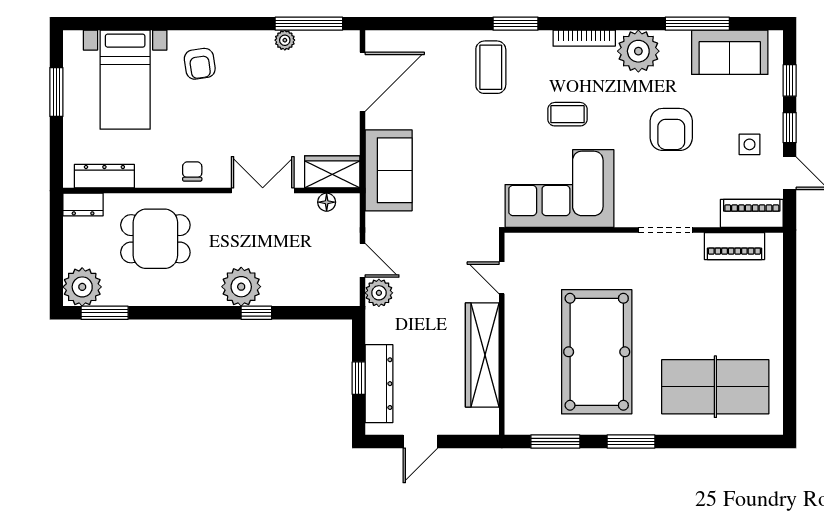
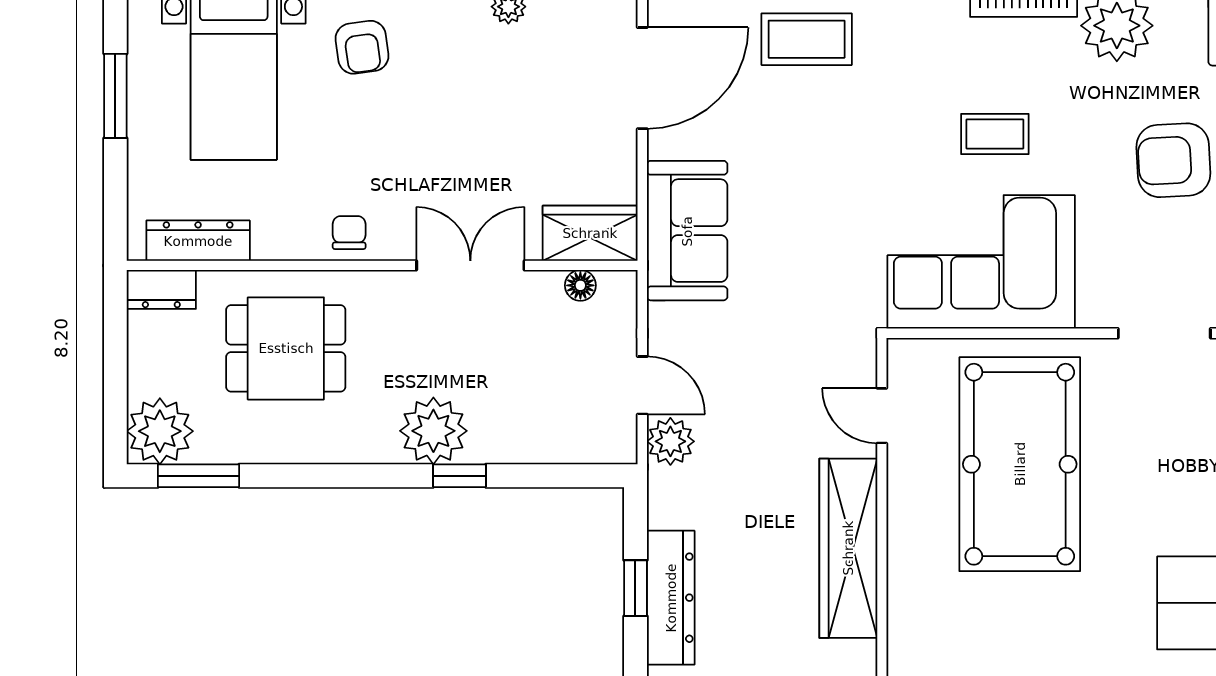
coffee table: (491, 67) -> (807, 39), moved, turned 90
armchair: (671, 129) -> (1173, 160), turned 87
pool table: (597, 352) -> (1020, 464), moved

